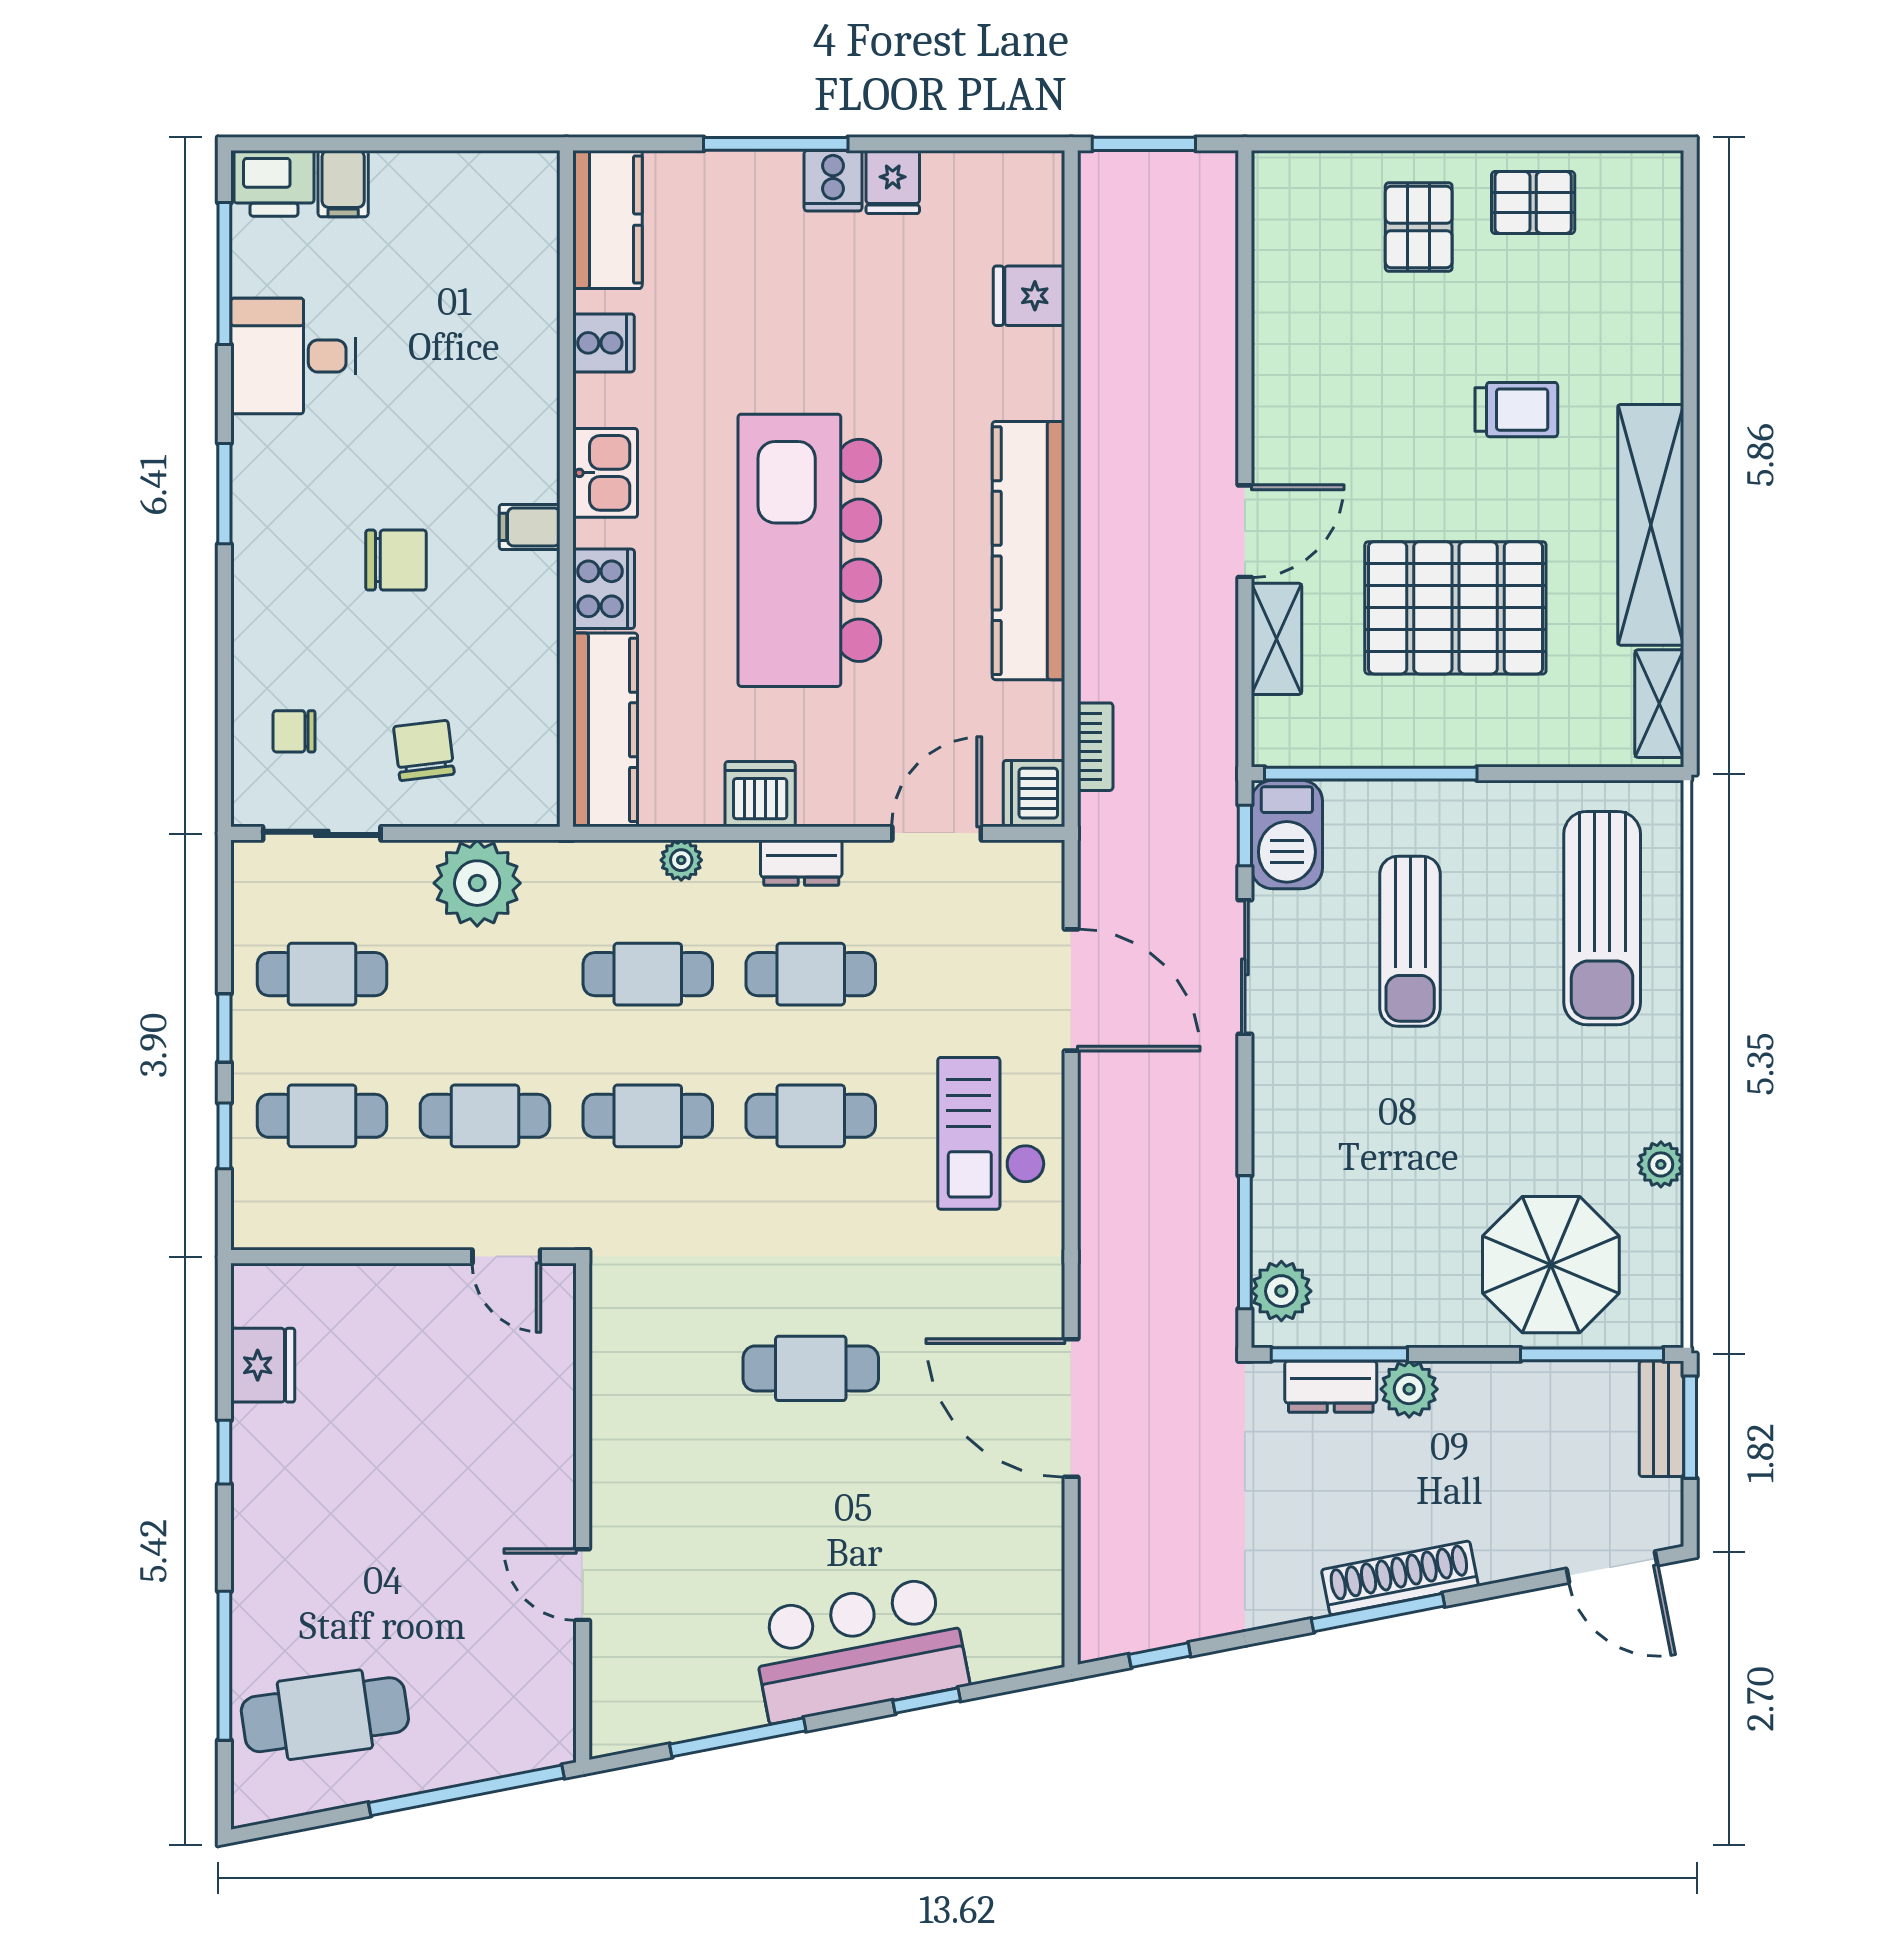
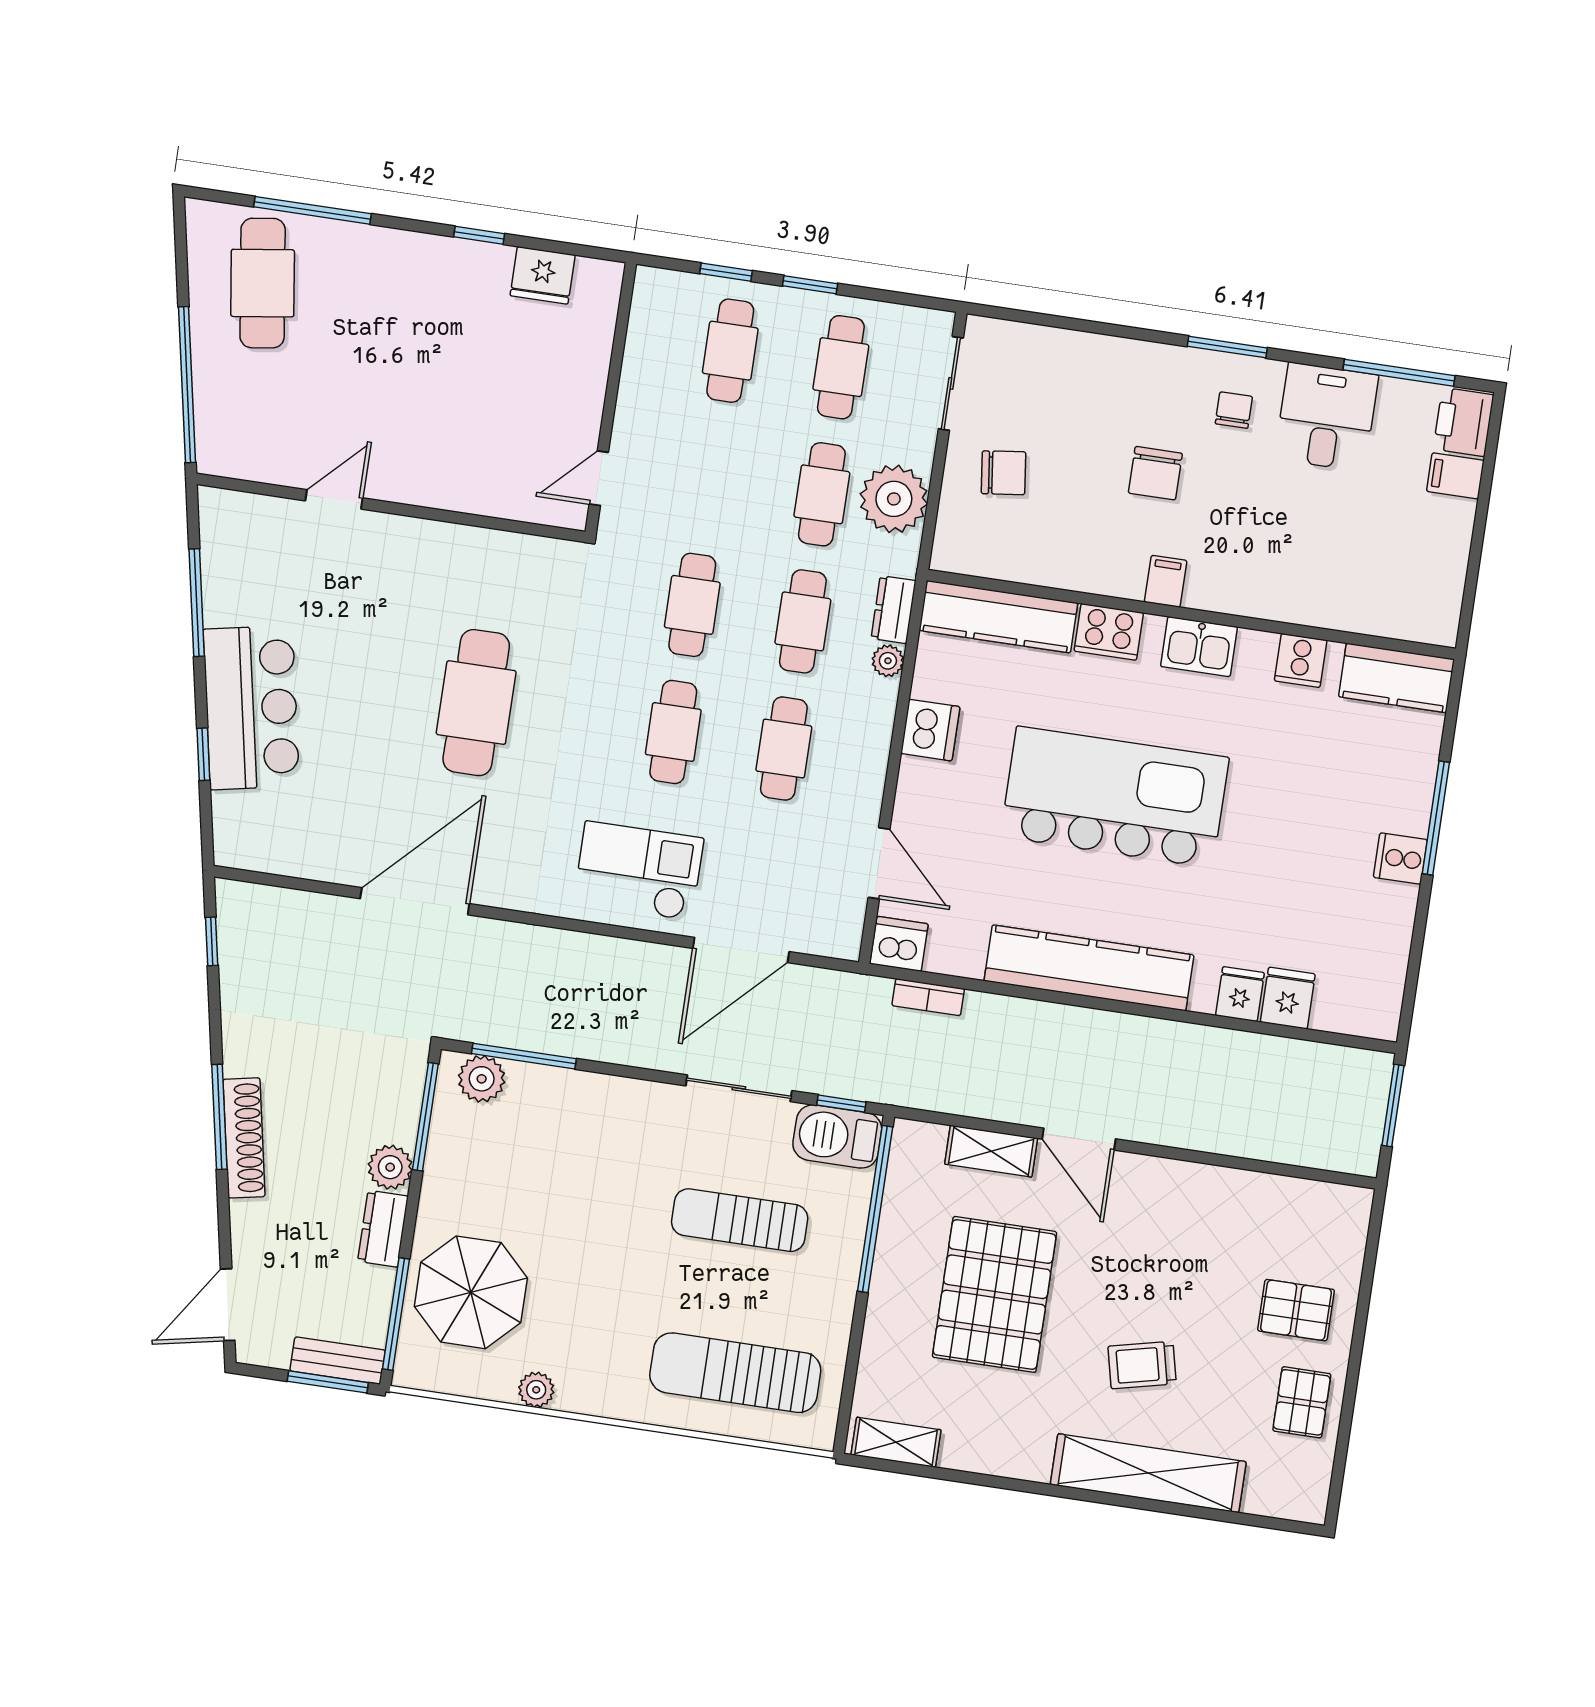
fridge: (893, 182) -> (1240, 994), moved, turned 90
trolley: (1516, 410) -> (1142, 1365), turned 77
shelving: (1651, 525) -> (1148, 1473), moved
chair: (294, 731) -> (1234, 410), moved
dresser: (801, 863) -> (894, 610), moved
cafe table: (485, 1116) -> (822, 494), moved
cafe table: (811, 1368) -> (476, 703), width x1.37, depth x1.35
dresser: (1331, 1387) -> (383, 1229), moved

